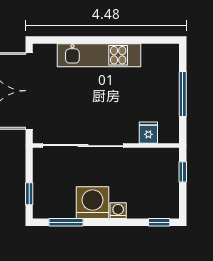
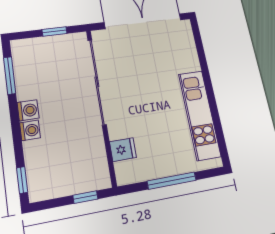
kitchen unit: (99, 55) -> (199, 115), moved
window: (29, 194) -> (54, 32), moved
washing machine: (93, 203) -> (28, 110), width x0.53, depth x0.53

